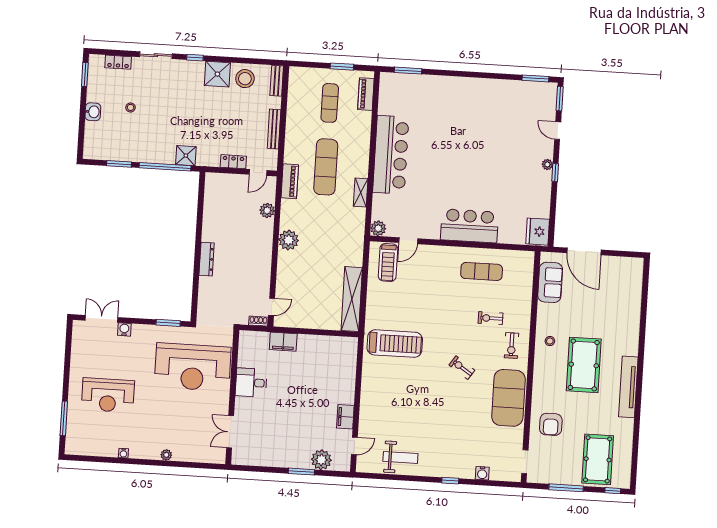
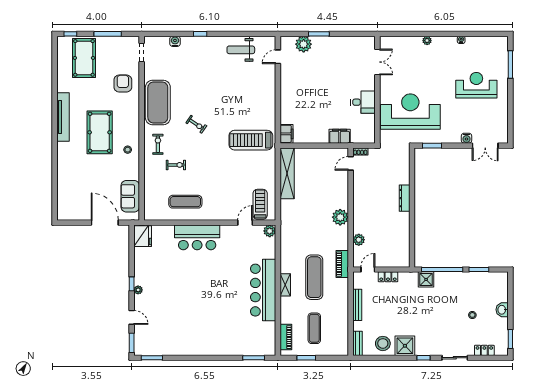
shelving: (361, 193) -> (285, 285), moved
filing cabinet: (345, 417) -> (287, 134), moved

